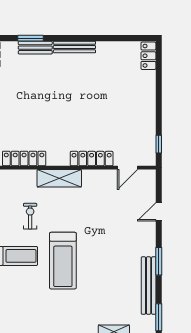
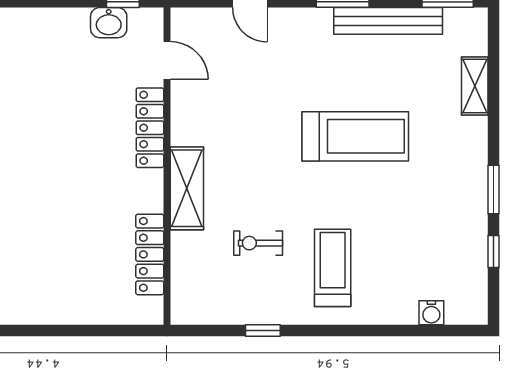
washbasin: (148, 137) -> (109, 23), added
treadmill: (63, 261) -> (355, 136), moved

